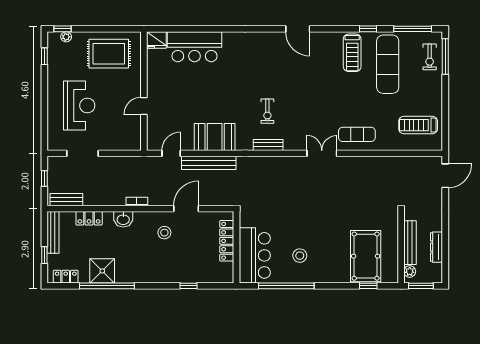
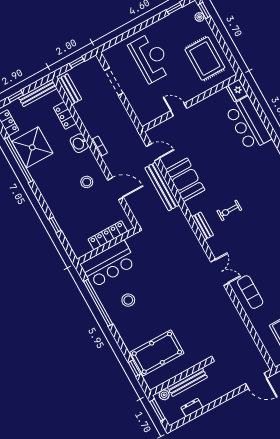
reception desk: (79, 106) -> (150, 58), turned -90
dresser: (437, 247) -> (192, 407), width x0.70
shower: (102, 271) -> (32, 147), width x1.37, depth x1.37

